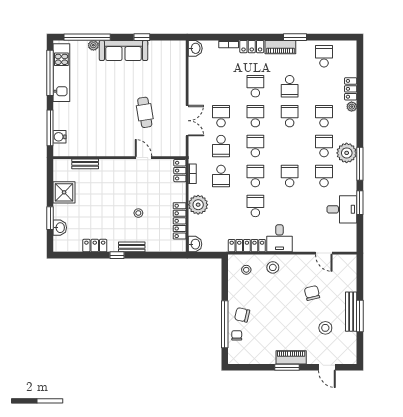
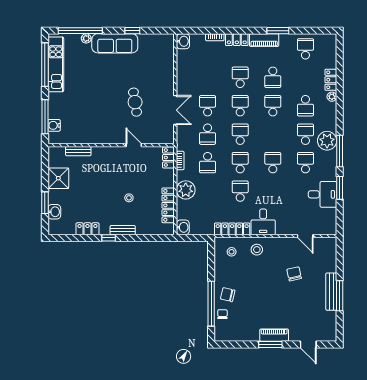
school desk: (324, 116) -> (305, 106), turned 180
stool: (325, 328) -> (307, 307), removed

